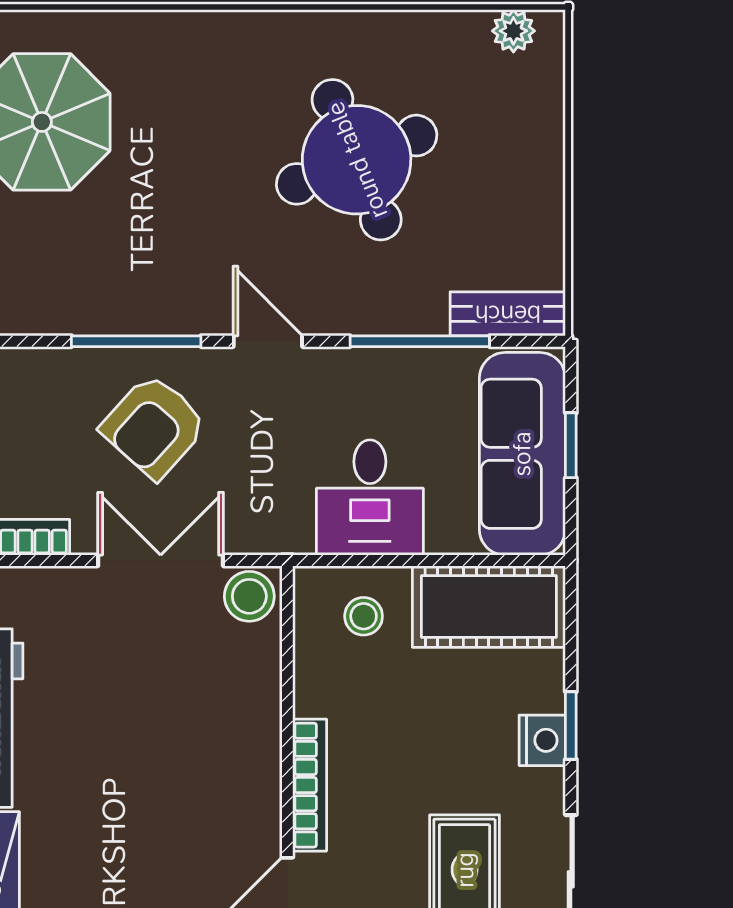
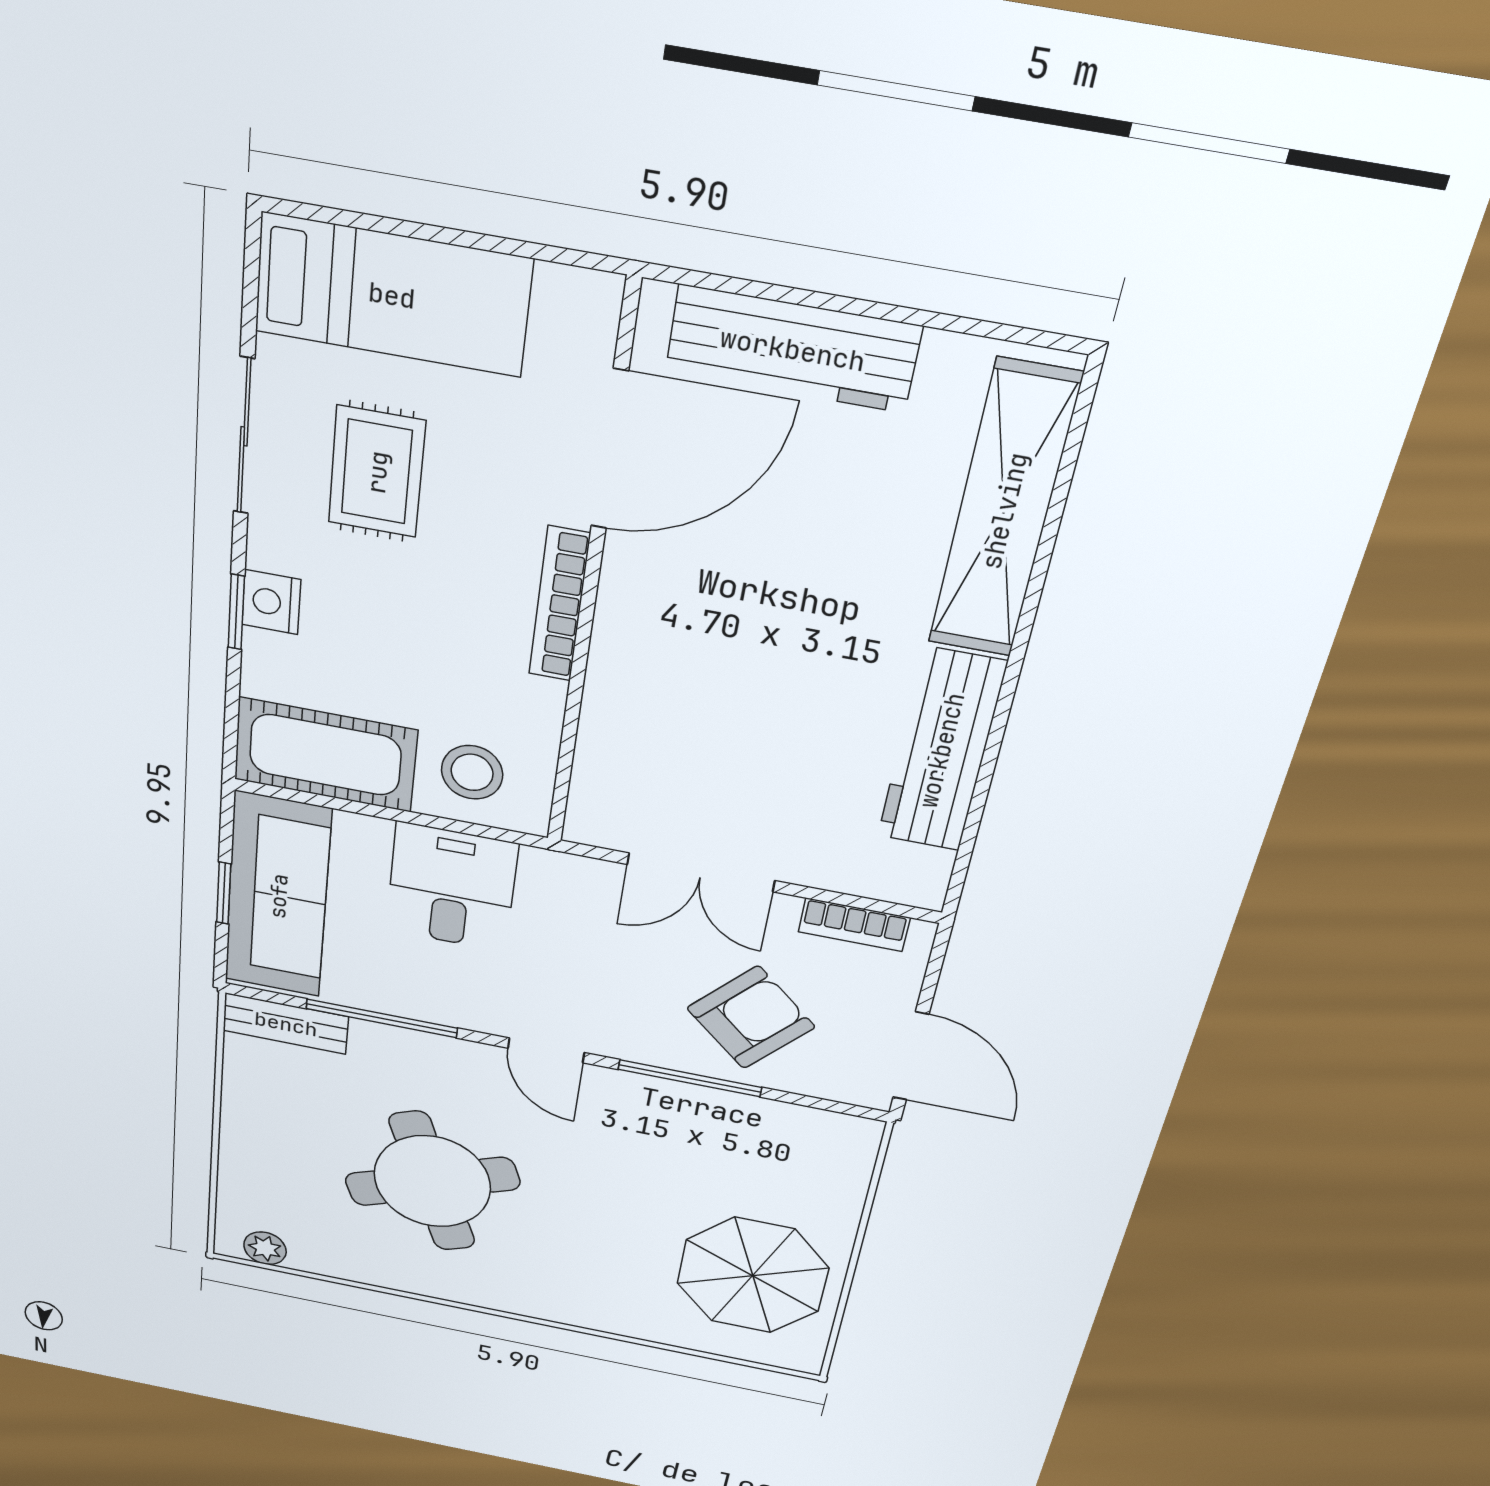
armchair: (154, 426) -> (751, 1018), moved
stool: (249, 596) -> (603, 818), removed
stool: (364, 616) -> (472, 772), width x1.37, depth x1.37

